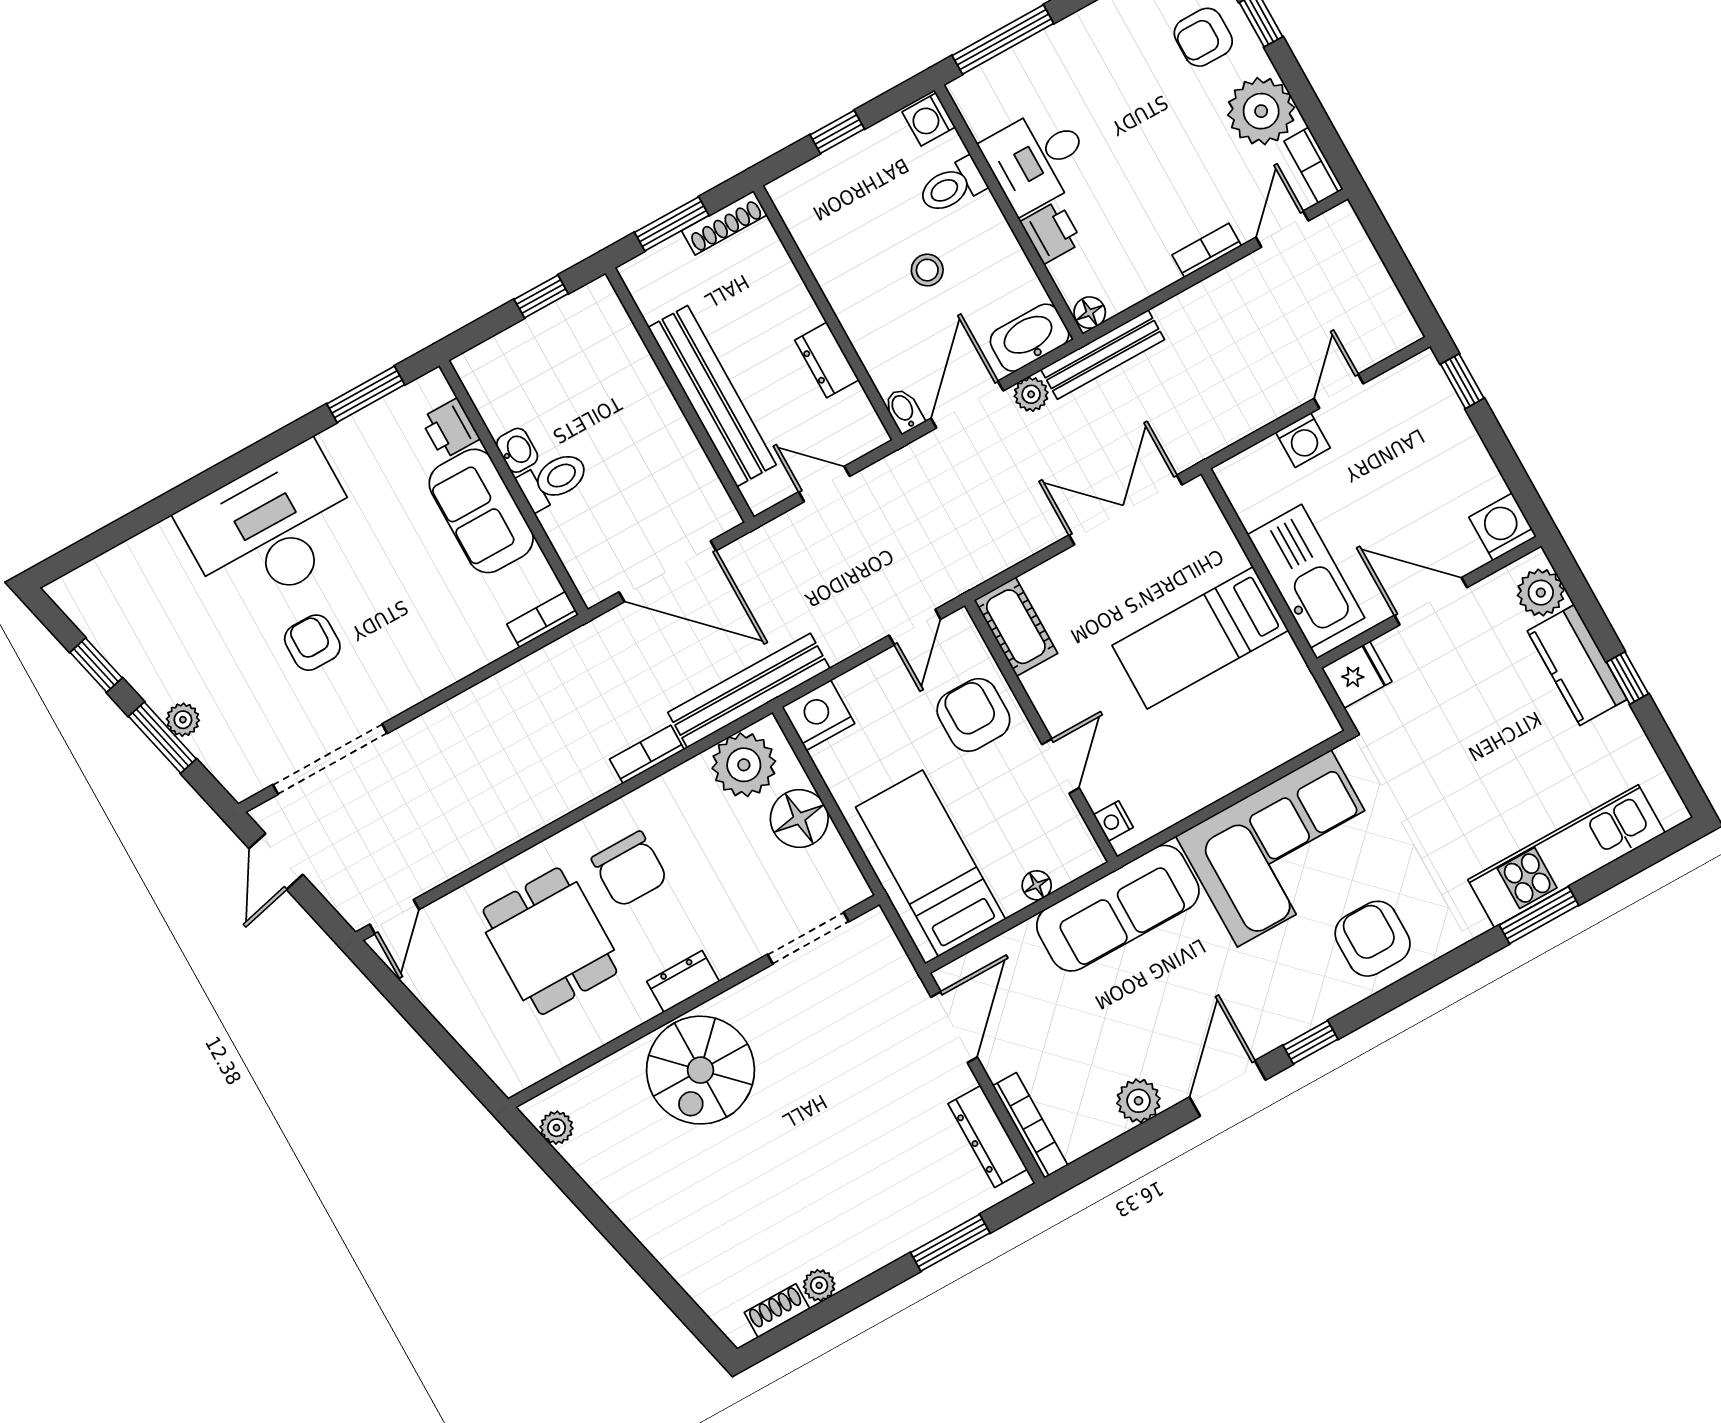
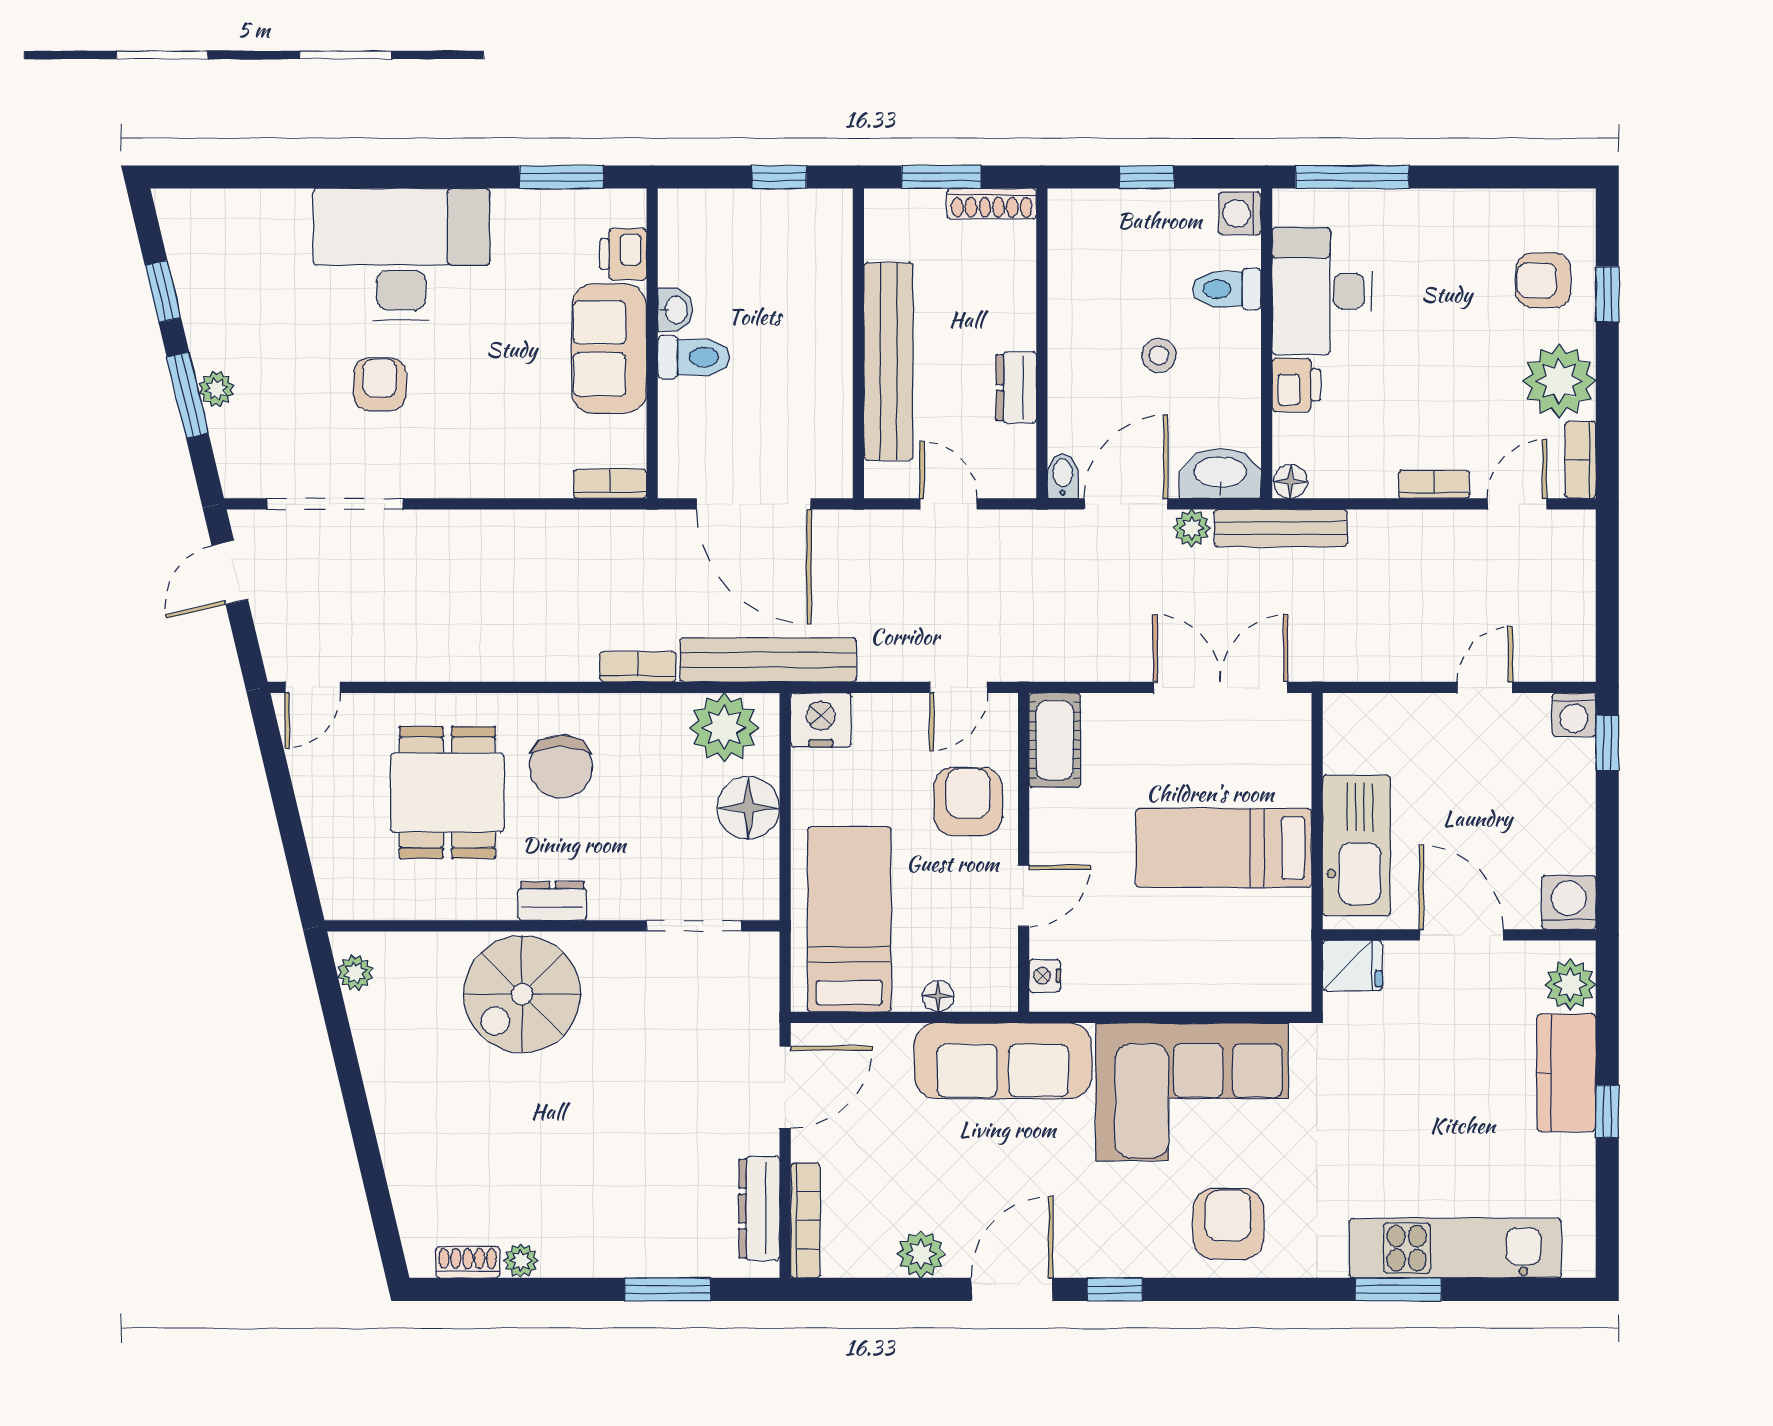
desk: (1037, 159) -> (1322, 291), width x1.37
washing machine: (1303, 440) -> (1574, 715), moved

